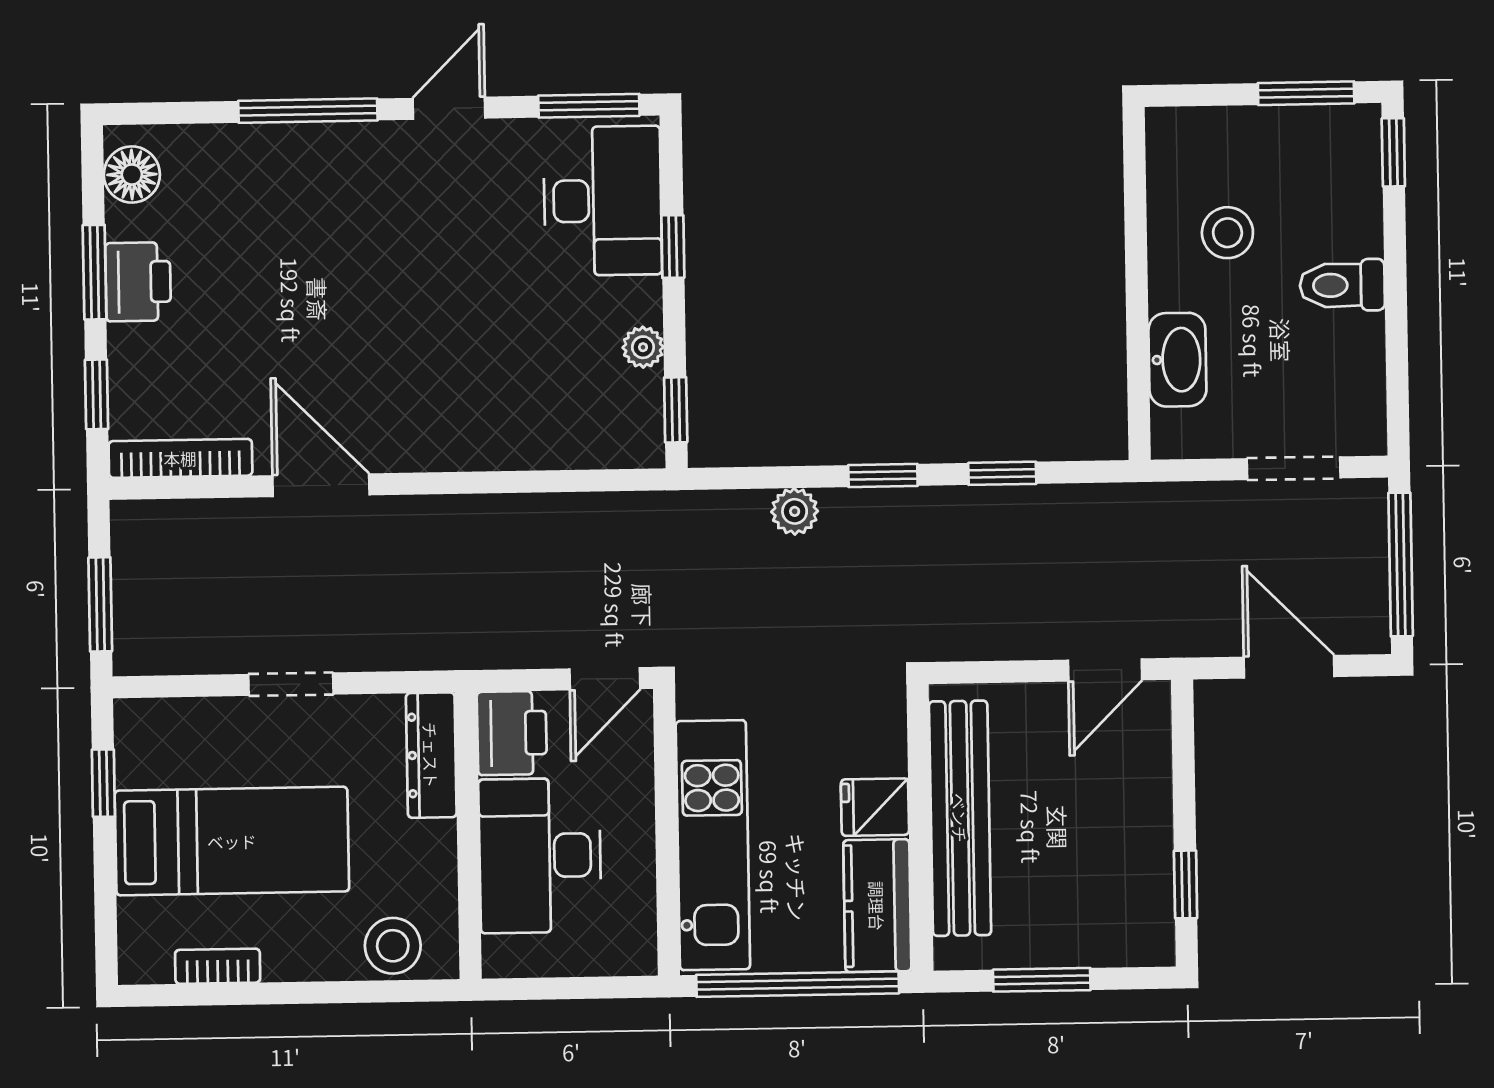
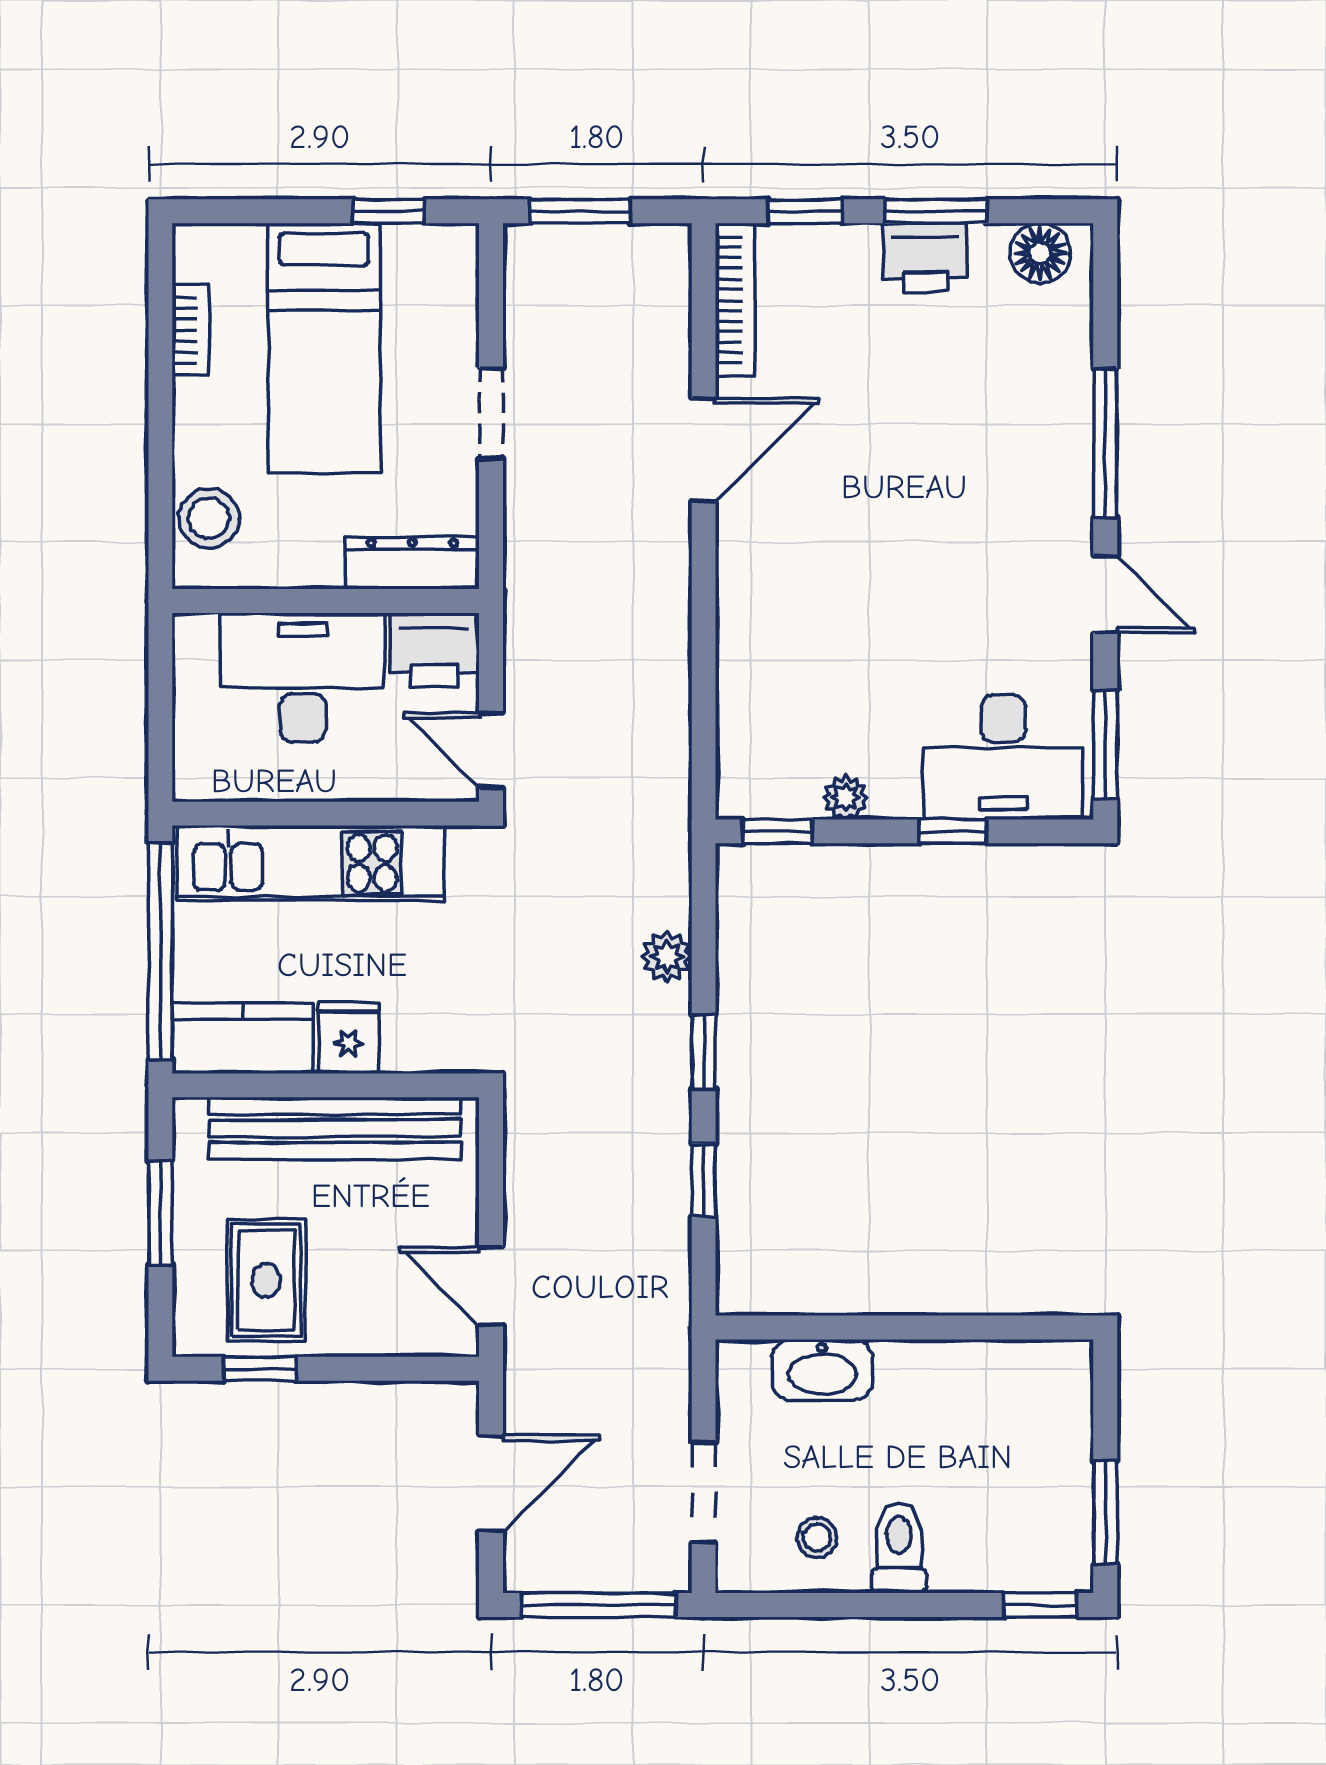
stool: (1227, 233) -> (817, 1537), moved, width x0.73, depth x0.73
rug: (1103, 880) -> (266, 1281), added

